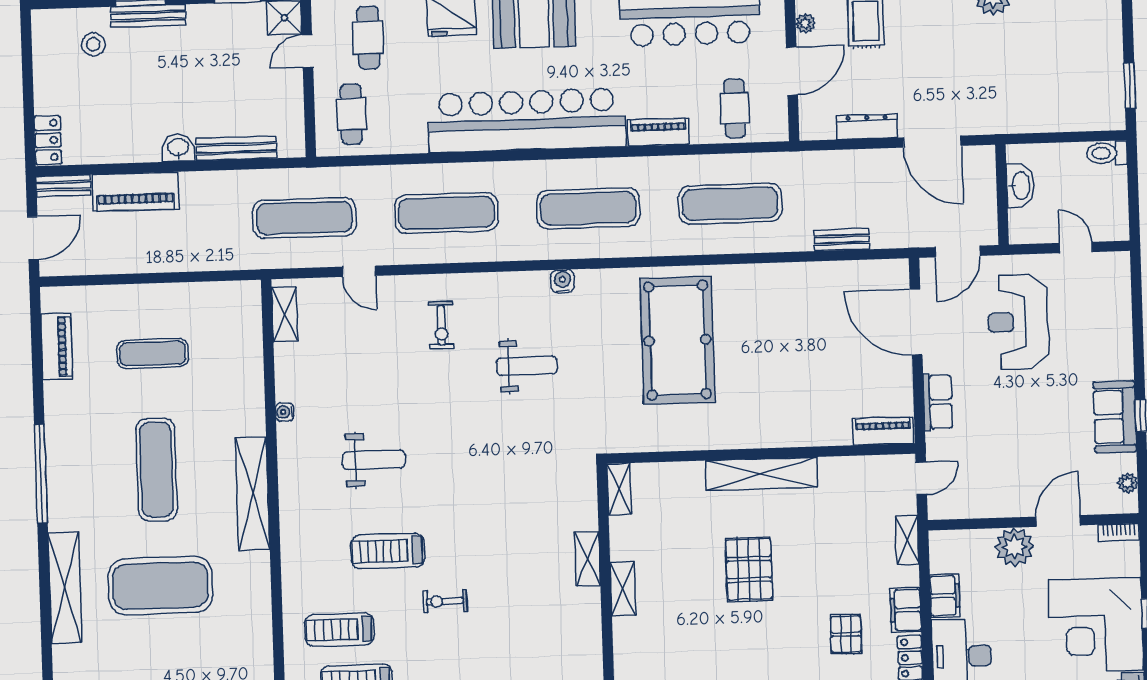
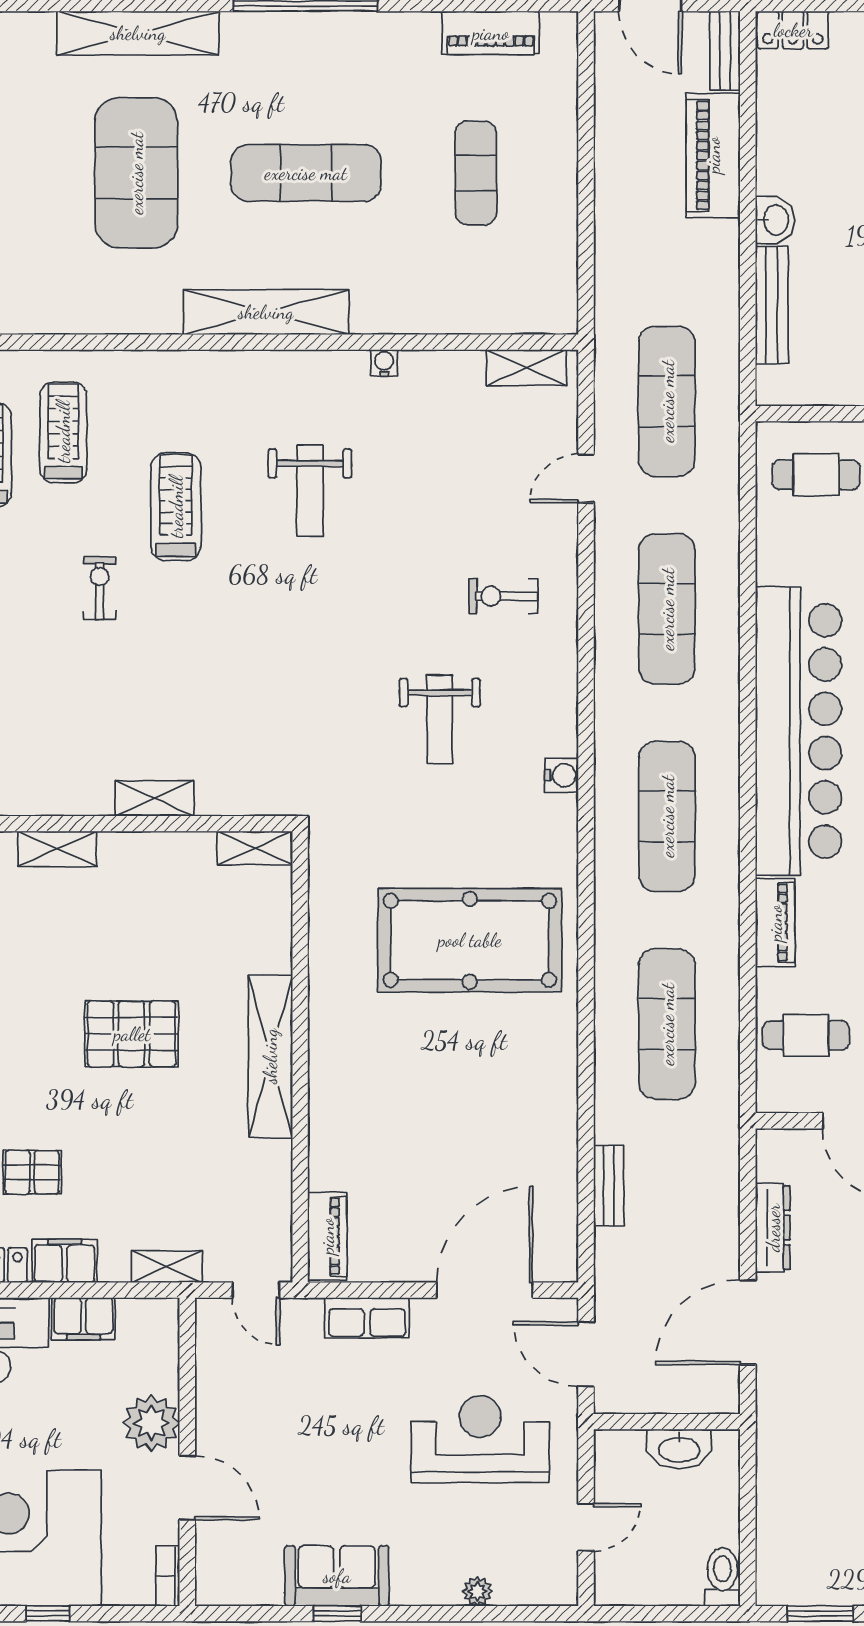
plant: (1128, 483) -> (477, 1591), moved
shelving: (623, 589) -> (57, 849), moved

